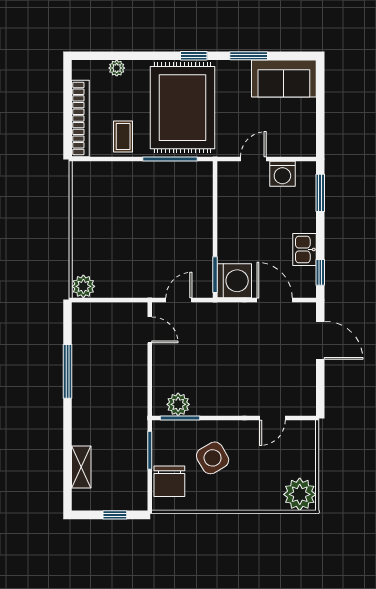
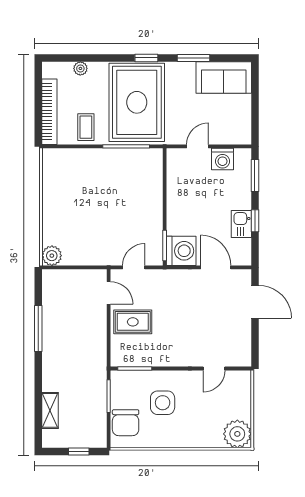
window: (320, 272) -> (255, 221), moved
rug: (178, 364) -> (133, 322), added
plant: (178, 404) -> (133, 357), removed
side table: (213, 458) -> (163, 403), turned 30

